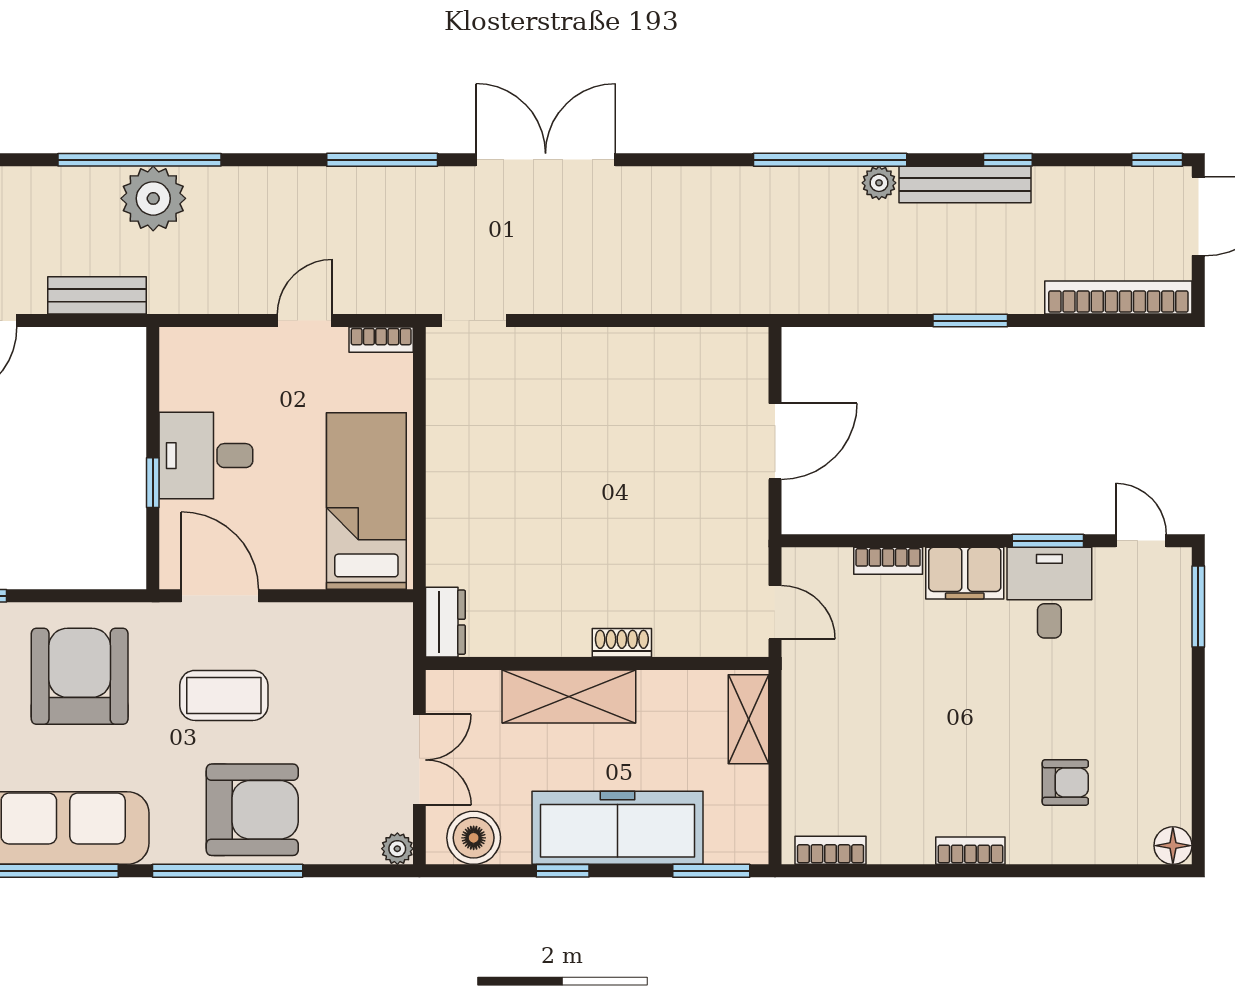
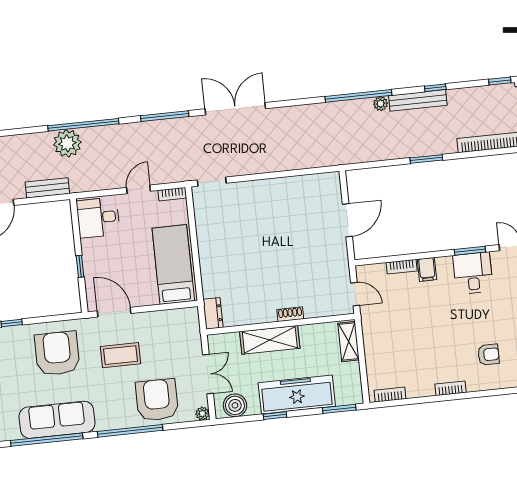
window: (140, 160) -> (83, 125), moved
desk: (206, 456) -> (98, 218), moved
filing cabinet: (965, 573) -> (427, 269), width x0.50
armchair: (252, 810) -> (157, 400), moved, turned -90

